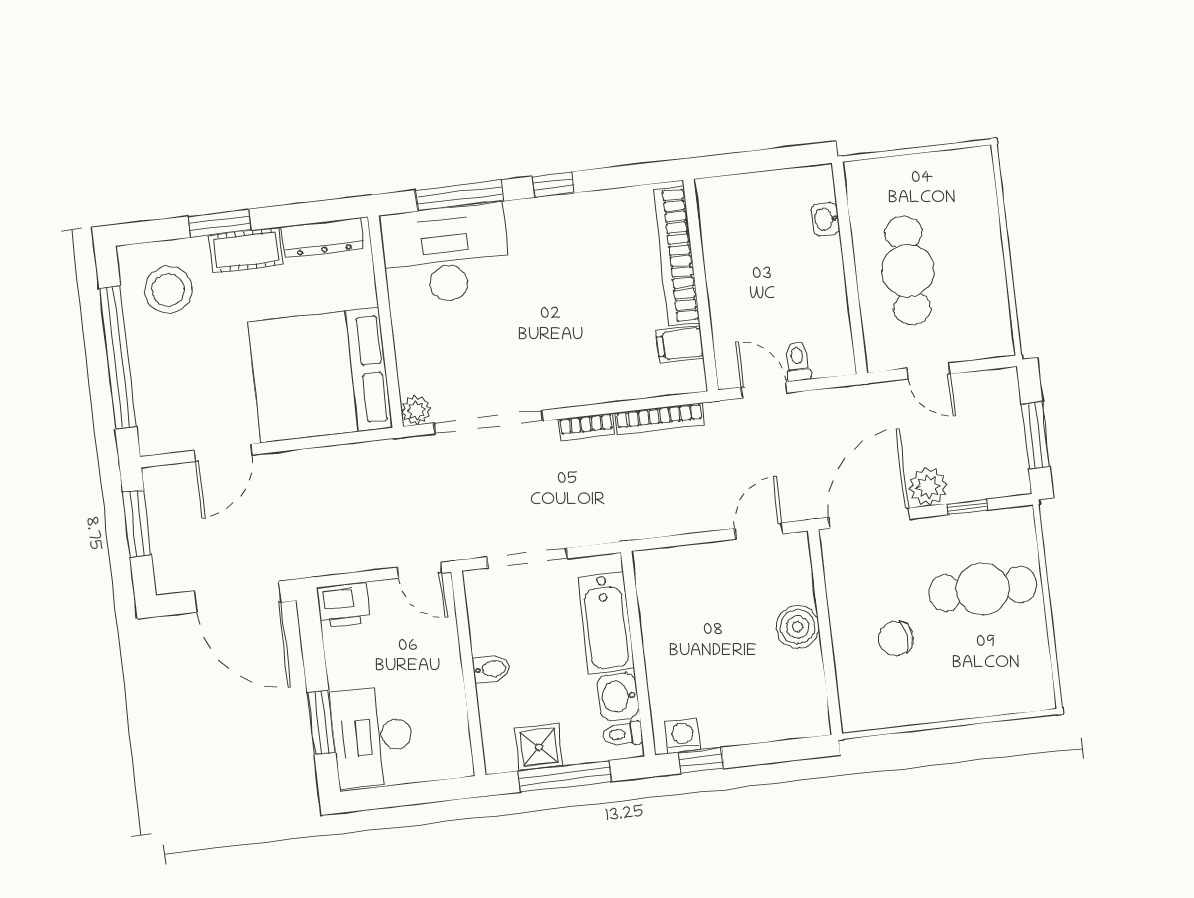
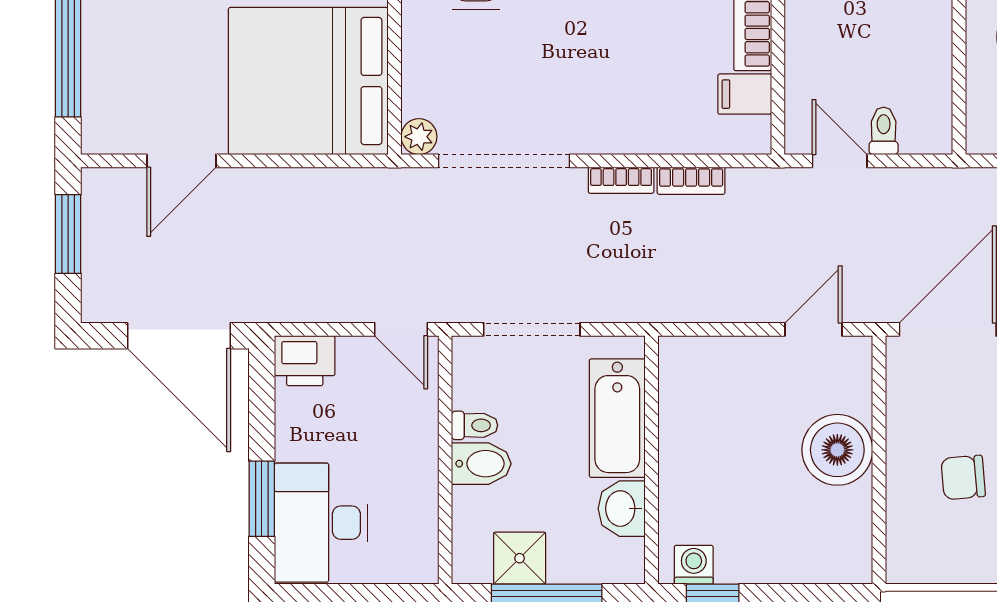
bookcase: (660, 419) -> (691, 181), width x0.64
boiler: (798, 627) -> (837, 450), width x1.37, depth x1.37
bidet: (491, 669) -> (481, 464), width x1.38, depth x1.36
toilet: (623, 734) -> (475, 425), moved, turned 180

